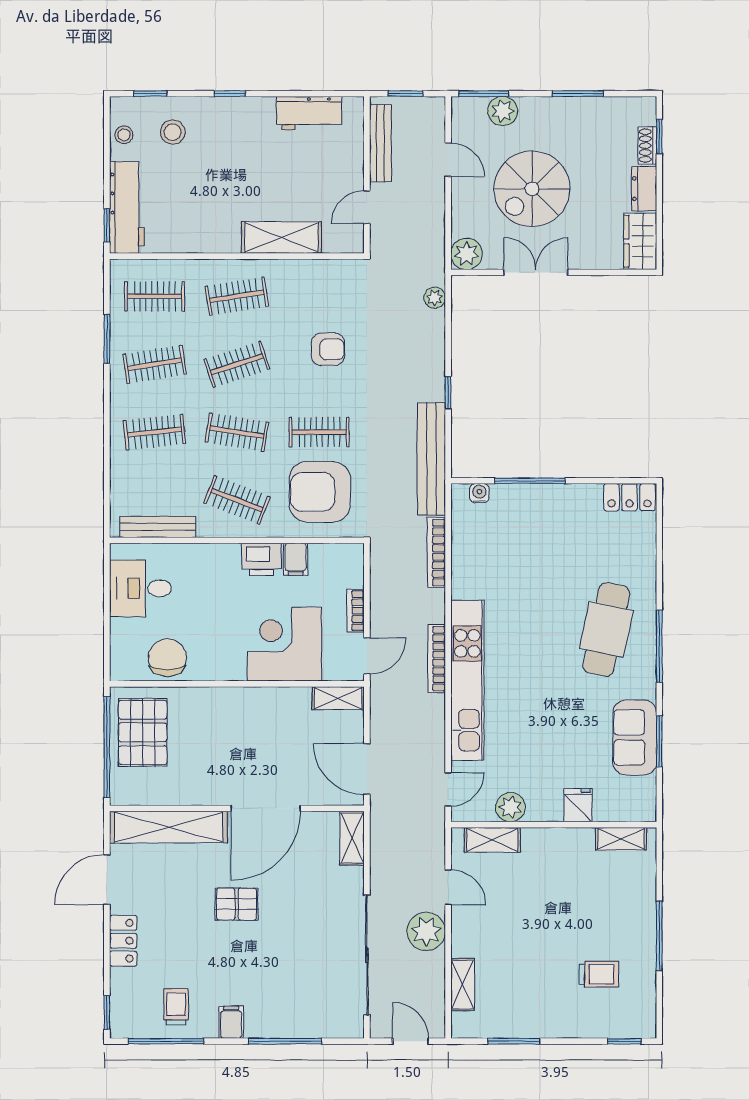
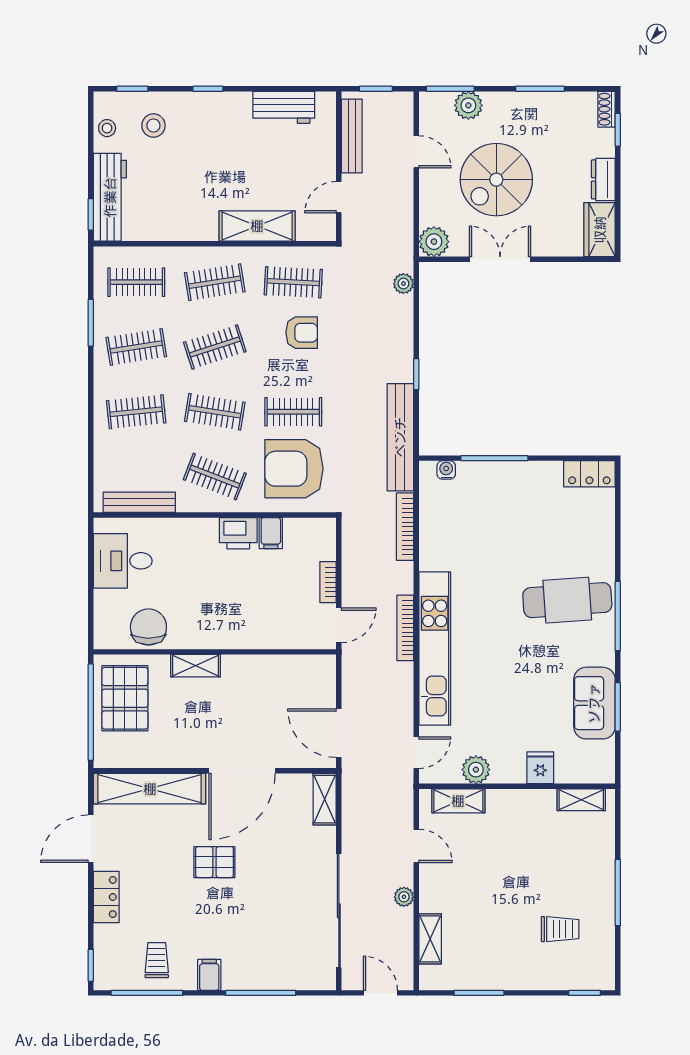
shoe rack: (647, 146) -> (607, 109), moved
clothes rail: (319, 296) -> (293, 282), added
cafe table: (606, 630) -> (567, 600), turned 74
corner desk: (284, 644) -> (260, 614), removed
shelving: (338, 698) -> (196, 666), moved
plant: (426, 931) -> (404, 897), width x0.53, depth x0.53

